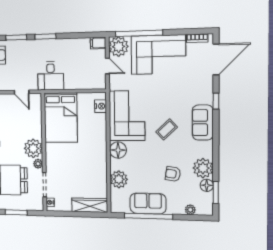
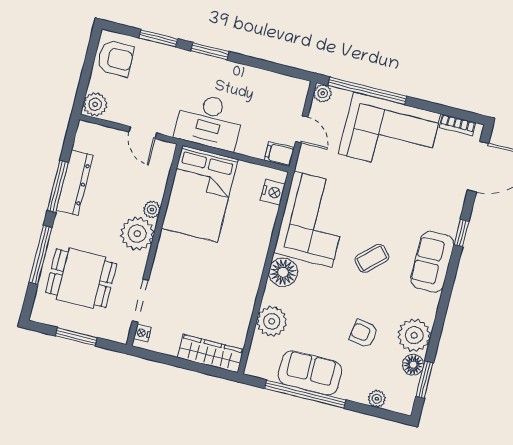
filing cabinet: (98, 43) -> (279, 154), moved
plant: (119, 47) -> (323, 93), width x0.53, depth x0.53
desk: (51, 76) -> (209, 121), width x1.37
plant: (38, 164) -> (152, 210), moved

